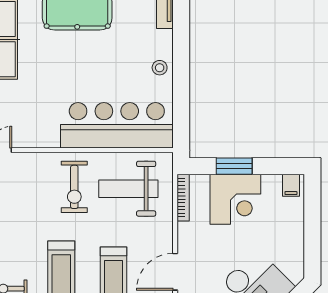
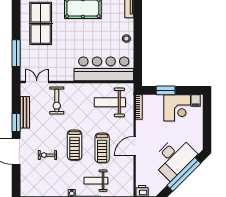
exercise bike: (74, 187) -> (57, 101), moved
corner desk: (235, 199) -> (177, 108), moved

